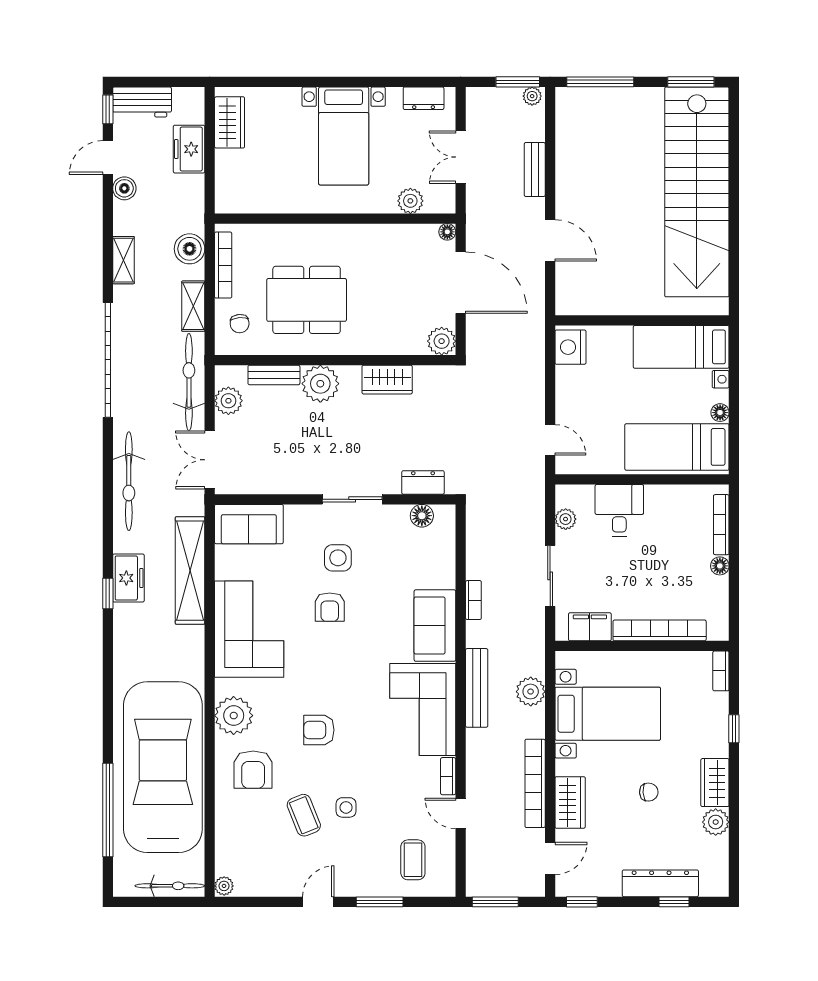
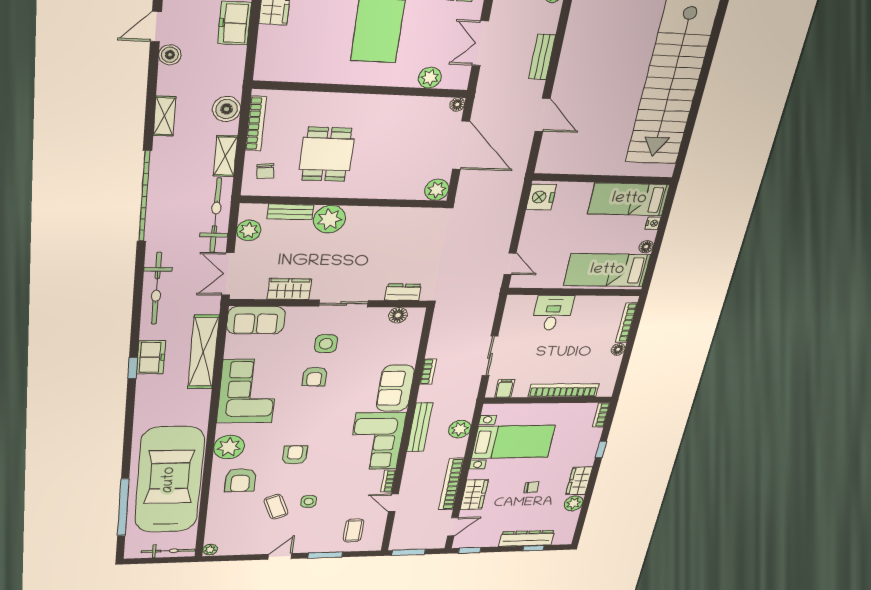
dining table: (307, 300) -> (327, 154), width x0.73
wardrobe: (387, 380) -> (289, 289), moved, turned 180
plant: (566, 519) -> (510, 318), removed
filing cabinet: (590, 627) -> (505, 388), width x0.50
armchair: (319, 730) -> (295, 455), turned 90

